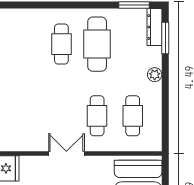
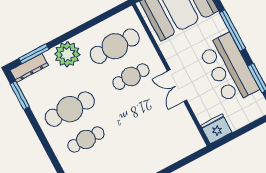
plant: (155, 75) -> (67, 54), width x1.87, depth x1.87
cafe table: (133, 116) -> (115, 46), width x1.37, depth x1.35

